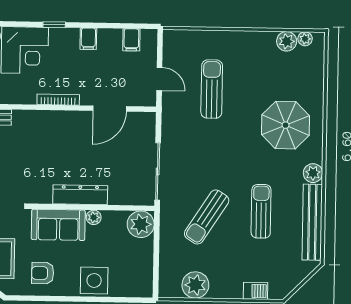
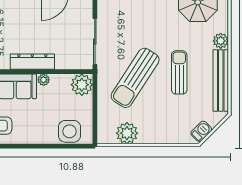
sun lounger: (207, 217) -> (135, 78), width x1.36, depth x1.34
side table: (94, 281) -> (69, 131), moved
barbecue: (255, 291) -> (201, 131), moved, turned -45

